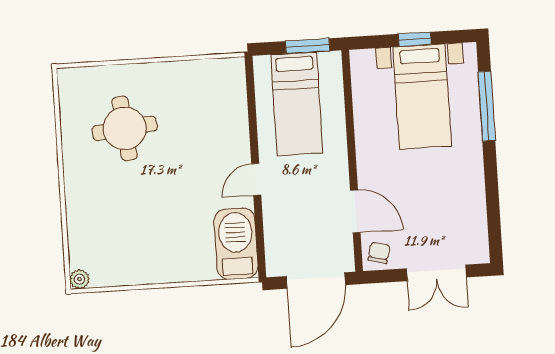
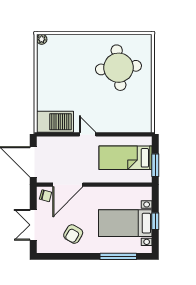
round table: (125, 128) -> (118, 68), width x1.36, depth x1.36
armchair: (449, 195) -> (73, 234), added
door: (355, 211) -> (68, 185), width x1.36

